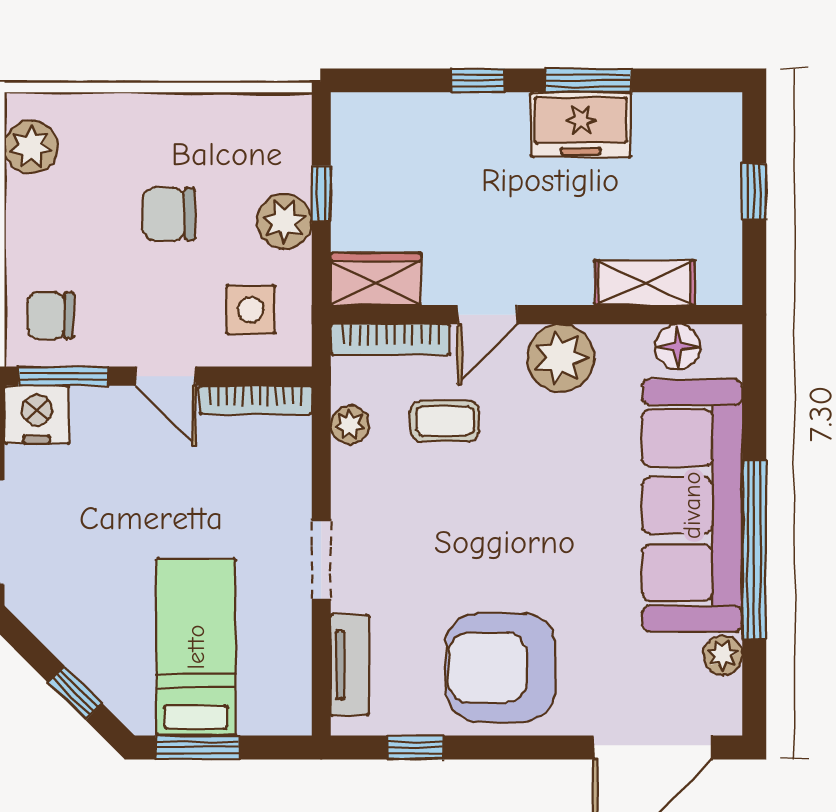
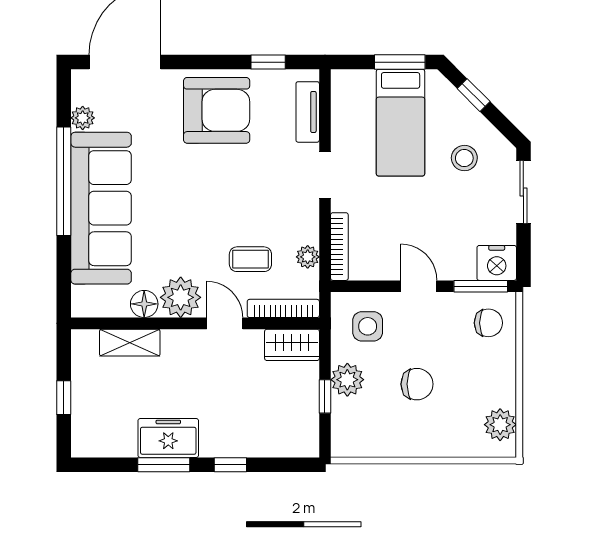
door: (487, 315) -> (225, 323), hinge flipped
floor lamp: (678, 347) -> (144, 304), moved
bookcase: (256, 400) -> (339, 247), moved, turned 90
stool: (90, 589) -> (464, 158), added

